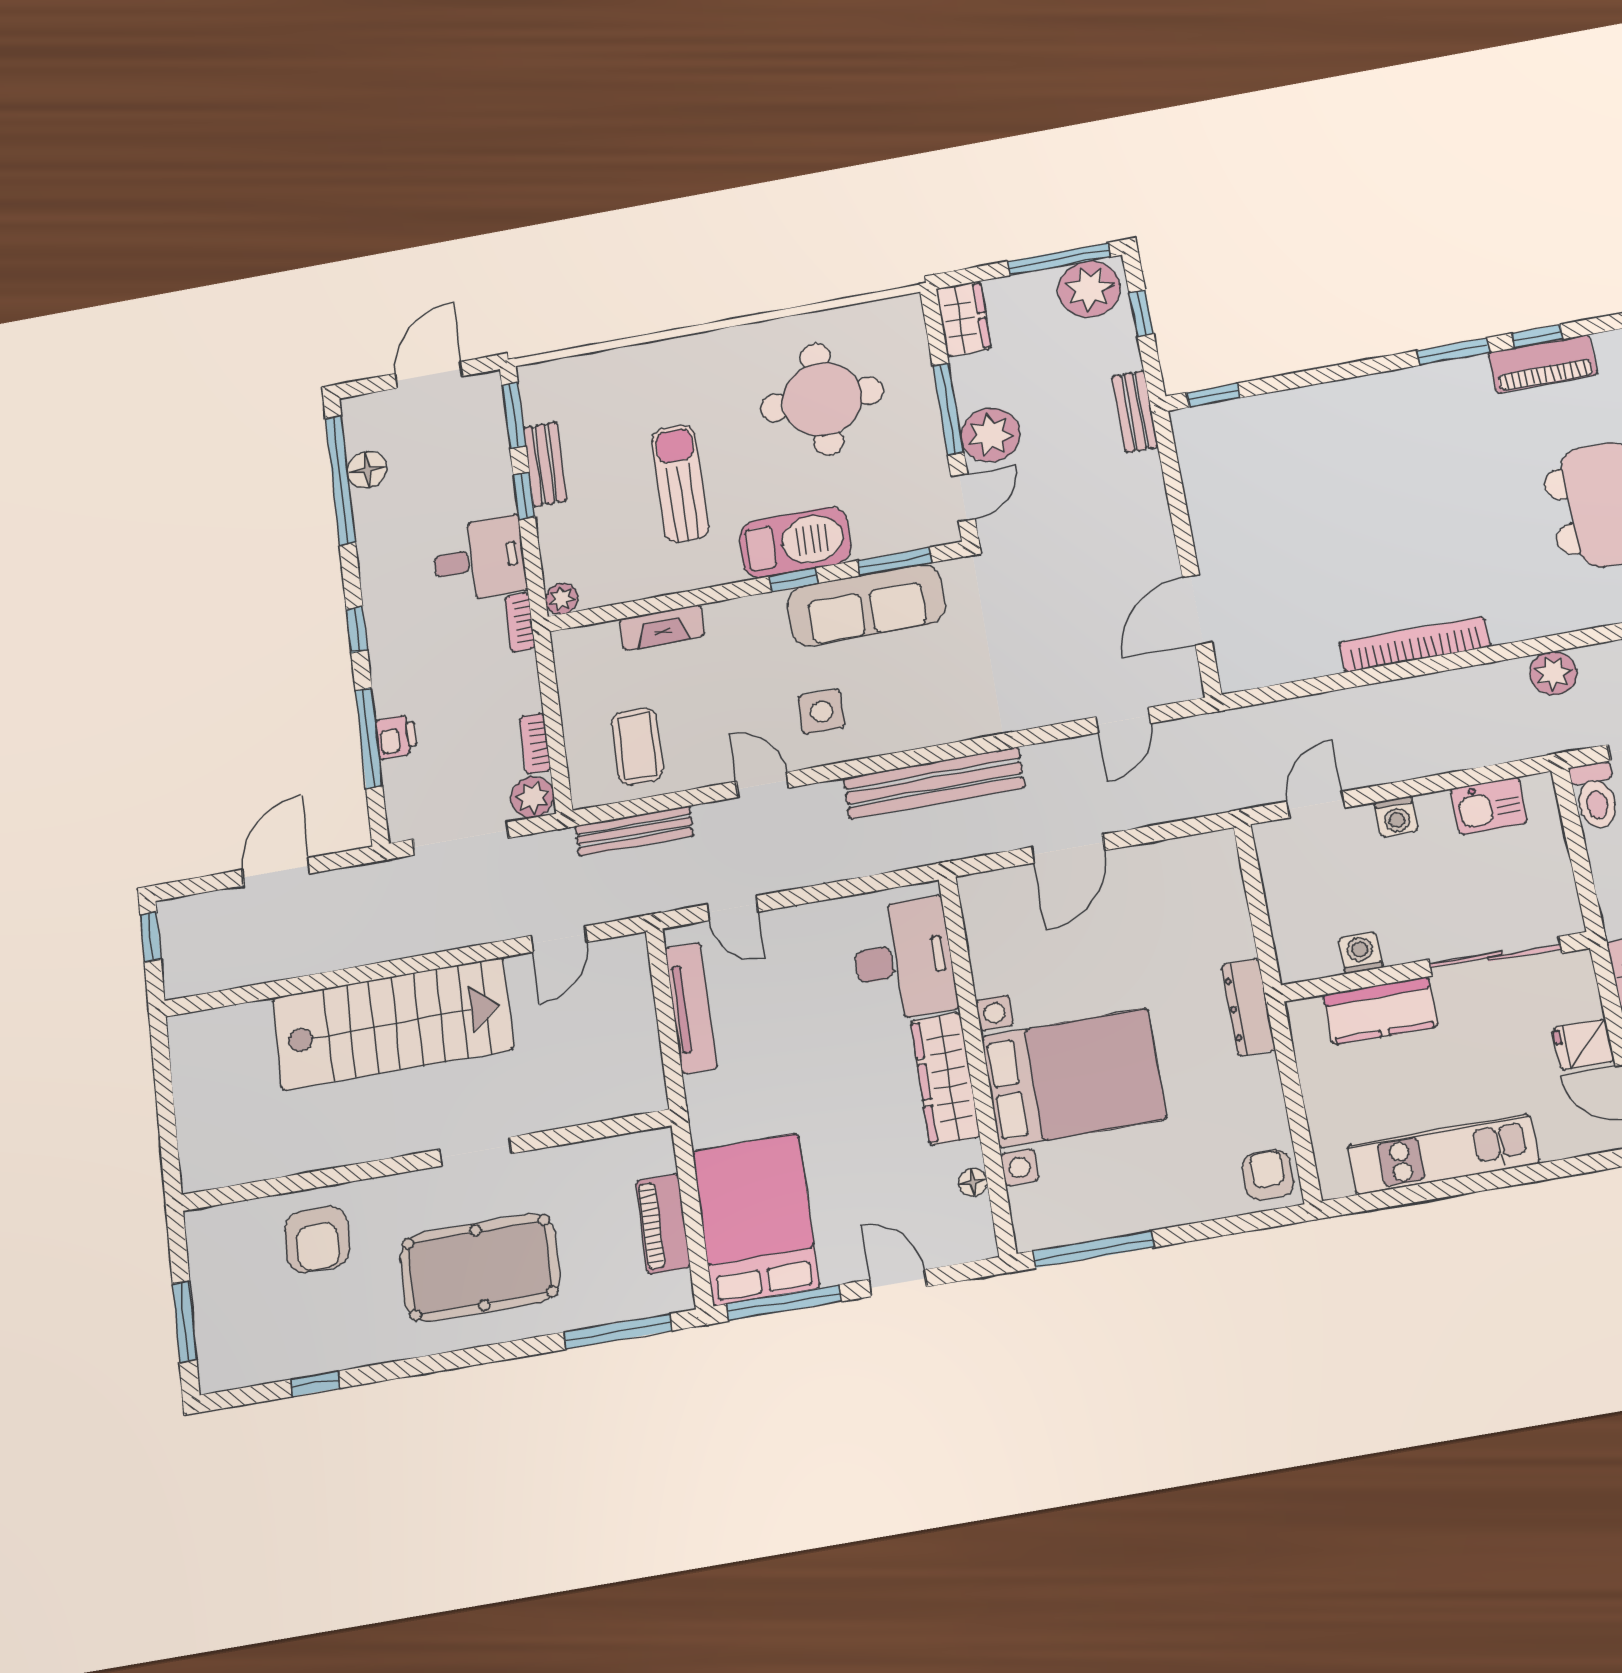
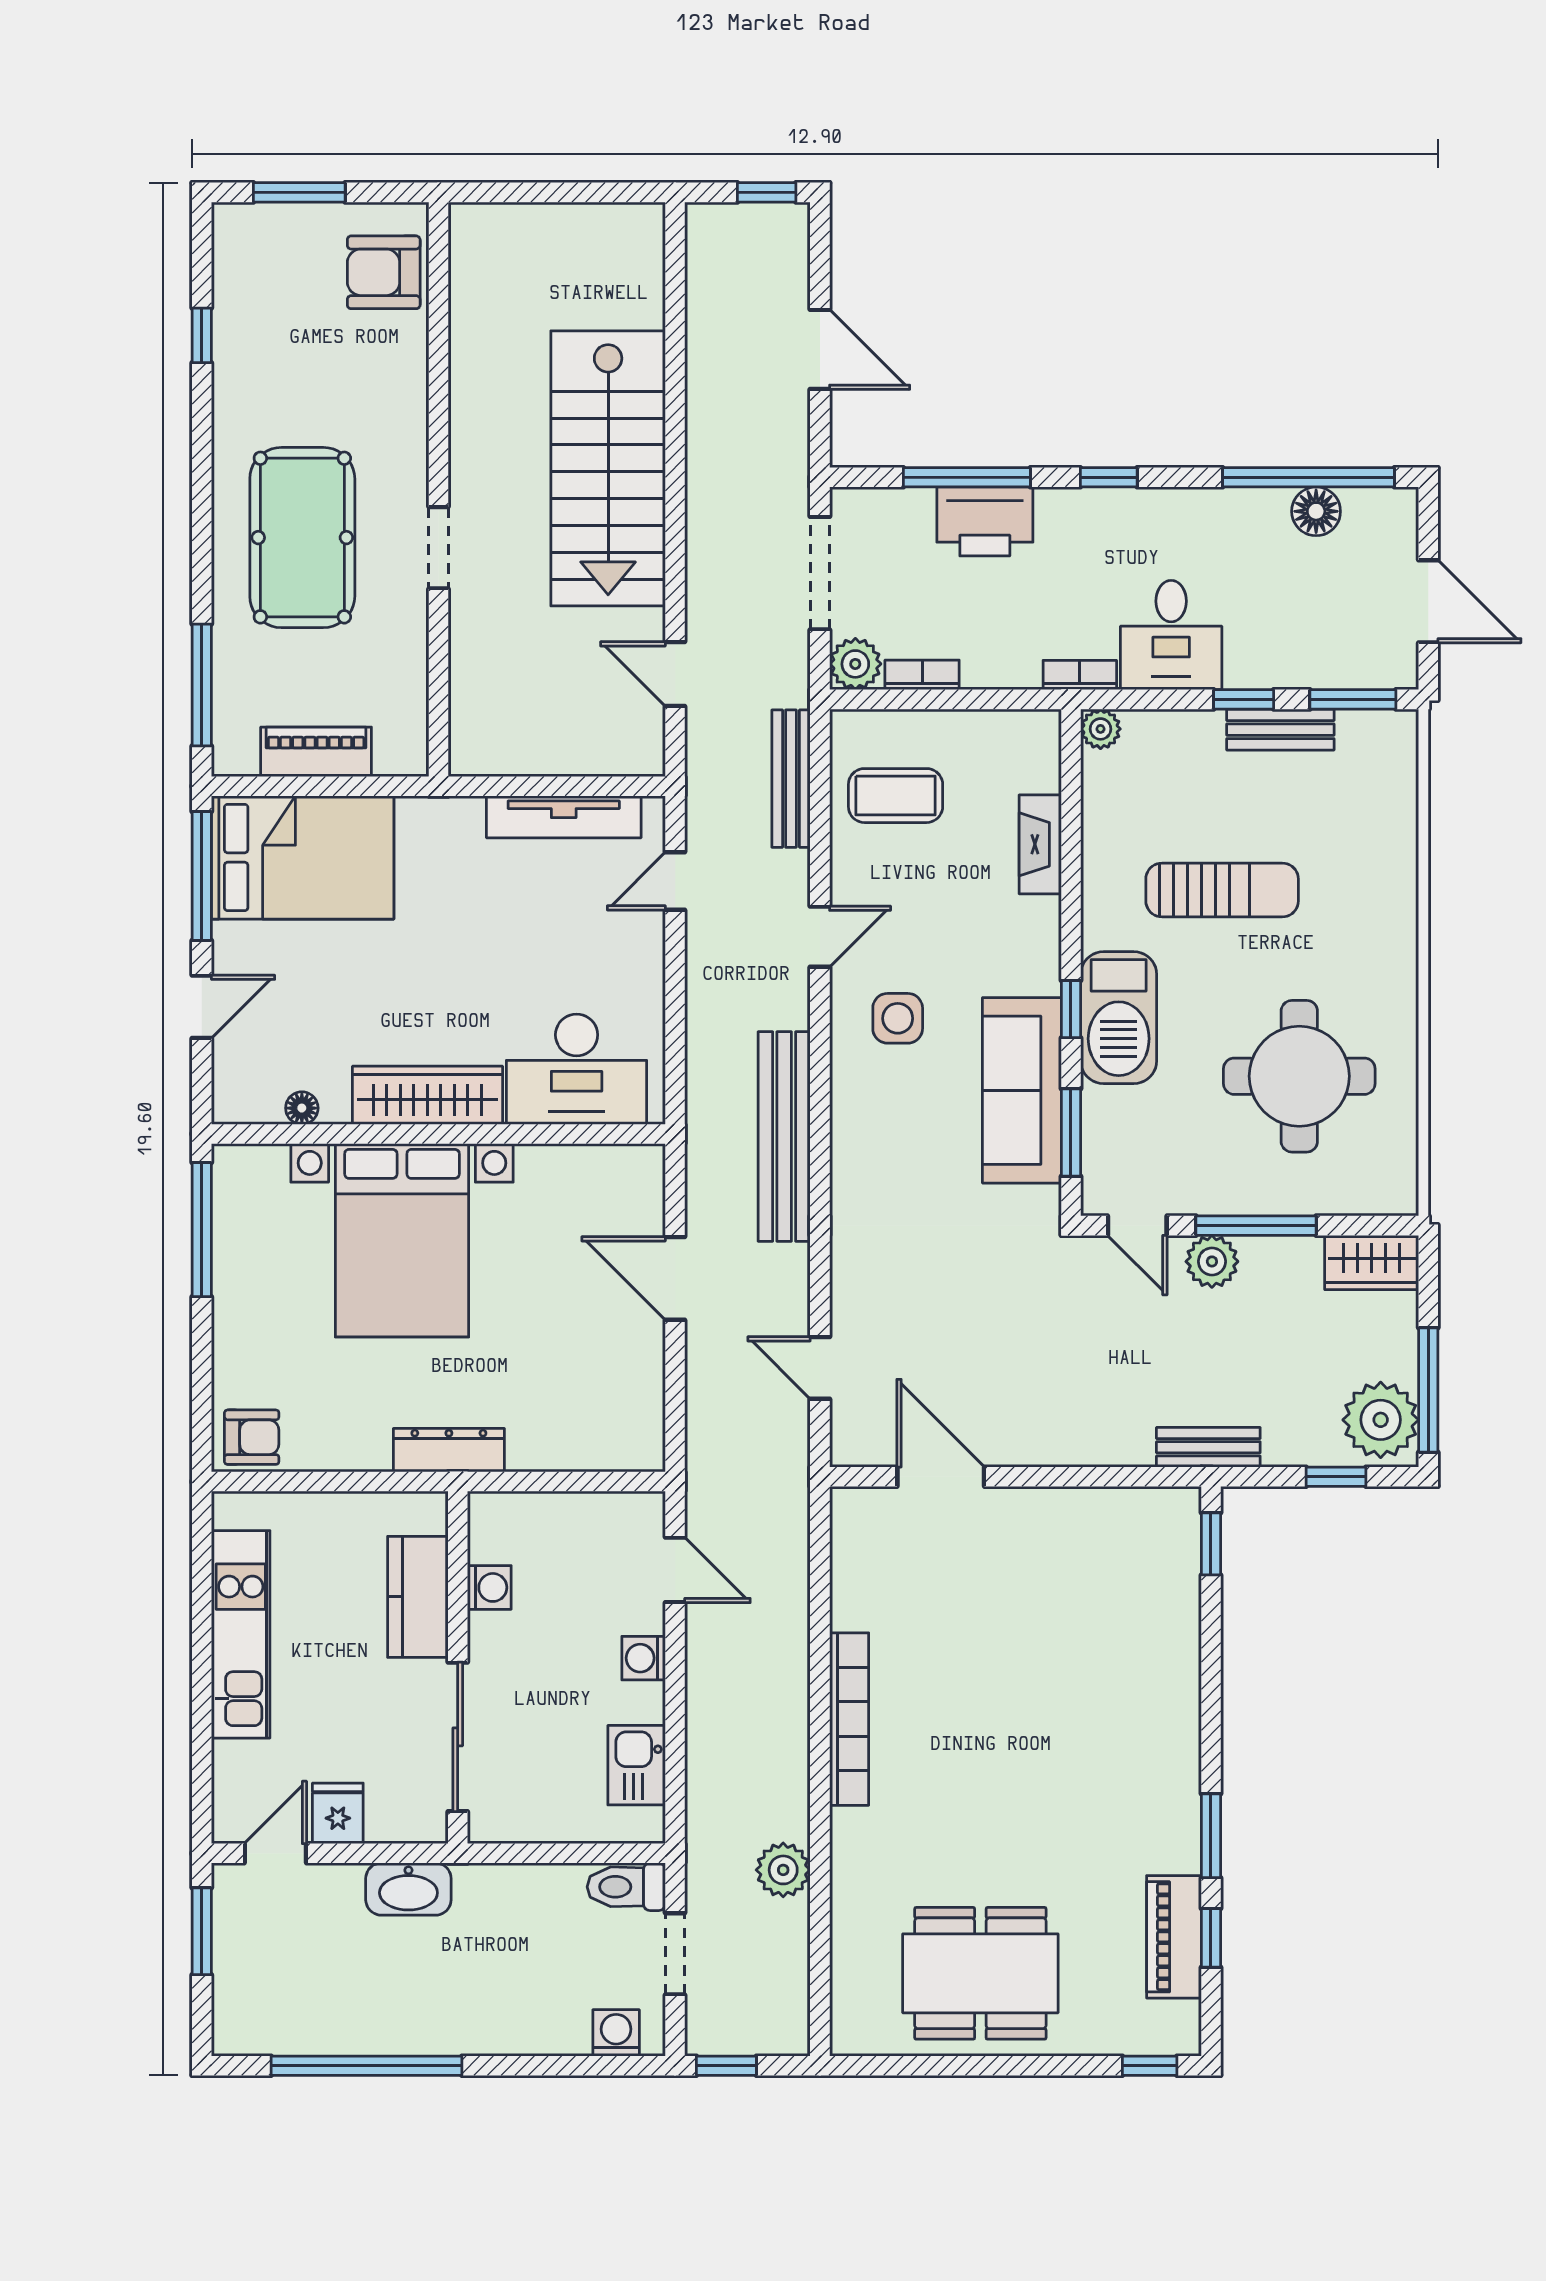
plant: (991, 435) -> (1212, 1261), width x0.73, depth x0.73
printer: (396, 737) -> (985, 521), width x1.87, depth x1.48
armchair: (317, 1239) -> (384, 272), moved

